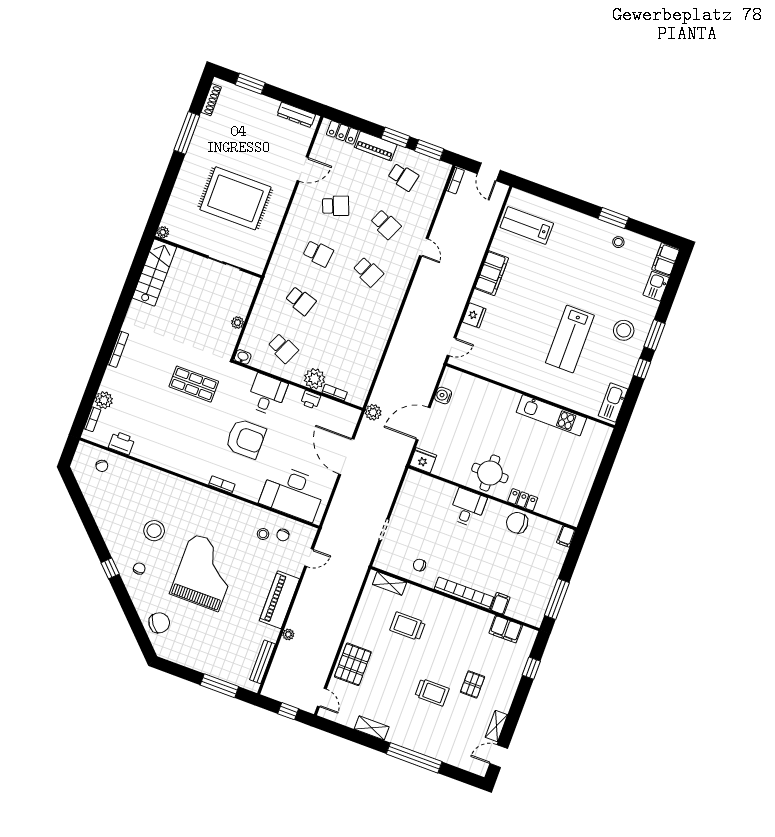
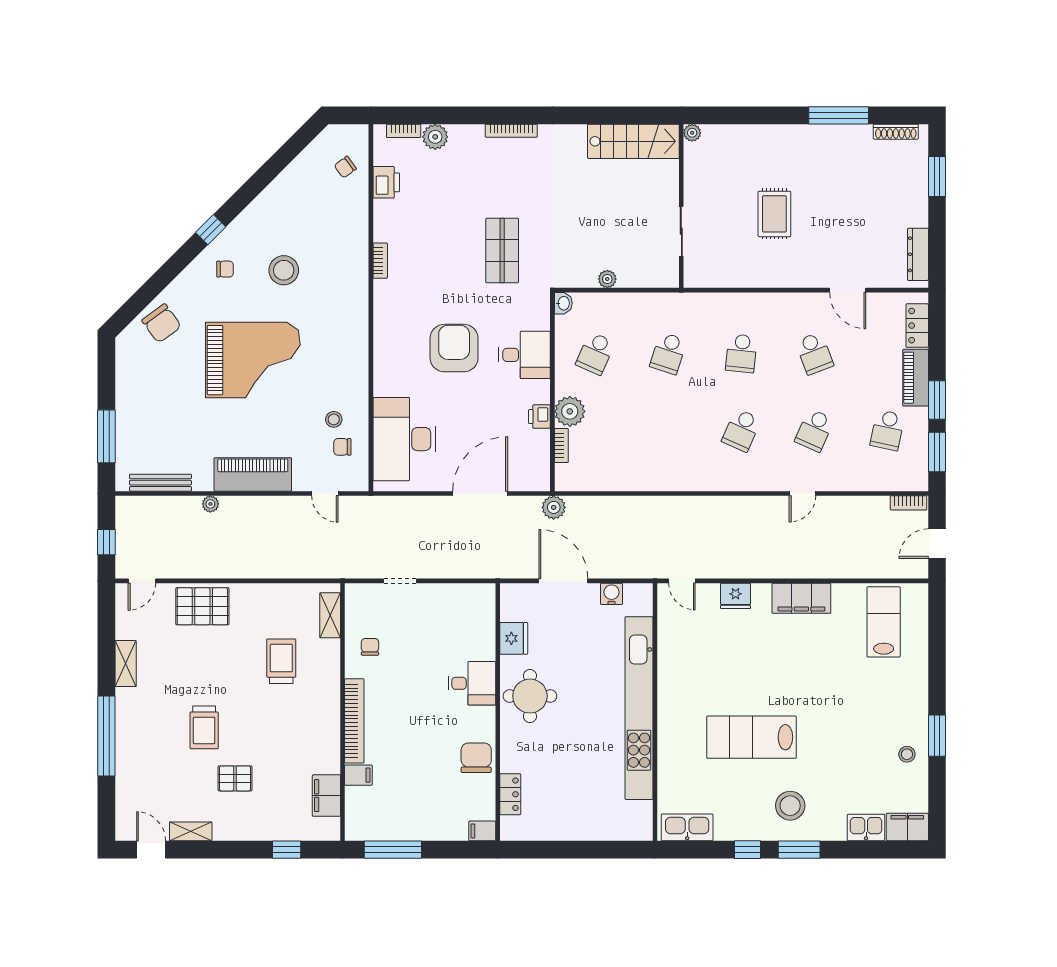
rug: (235, 198) -> (774, 214), width x0.54, depth x0.49
kitchen unit: (551, 415) -> (639, 708), width x1.86
armchair: (246, 439) -> (454, 348), turned 180
fridge: (423, 460) -> (514, 638), moved
bookcase: (222, 484) -> (380, 261), moved
locker: (523, 500) -> (510, 794), moved

